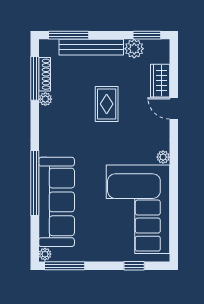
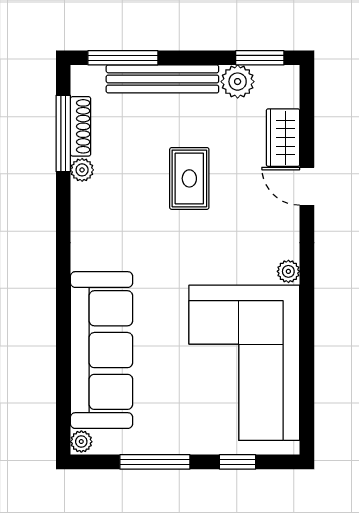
window: (35, 183) -> (63, 317), removed
window: (65, 266) -> (155, 462), moved

